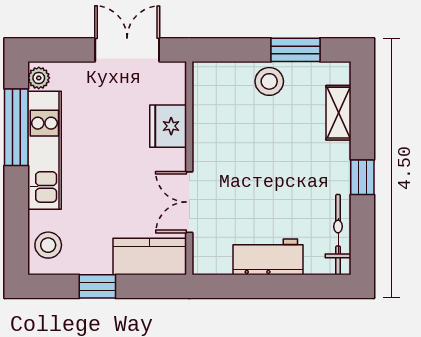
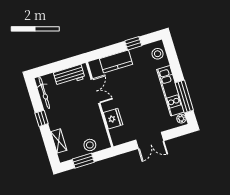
fridge: (168, 126) -> (113, 119), moved
wall: (189, 168) -> (100, 105), moved
double door: (189, 202) -> (96, 91), moved

